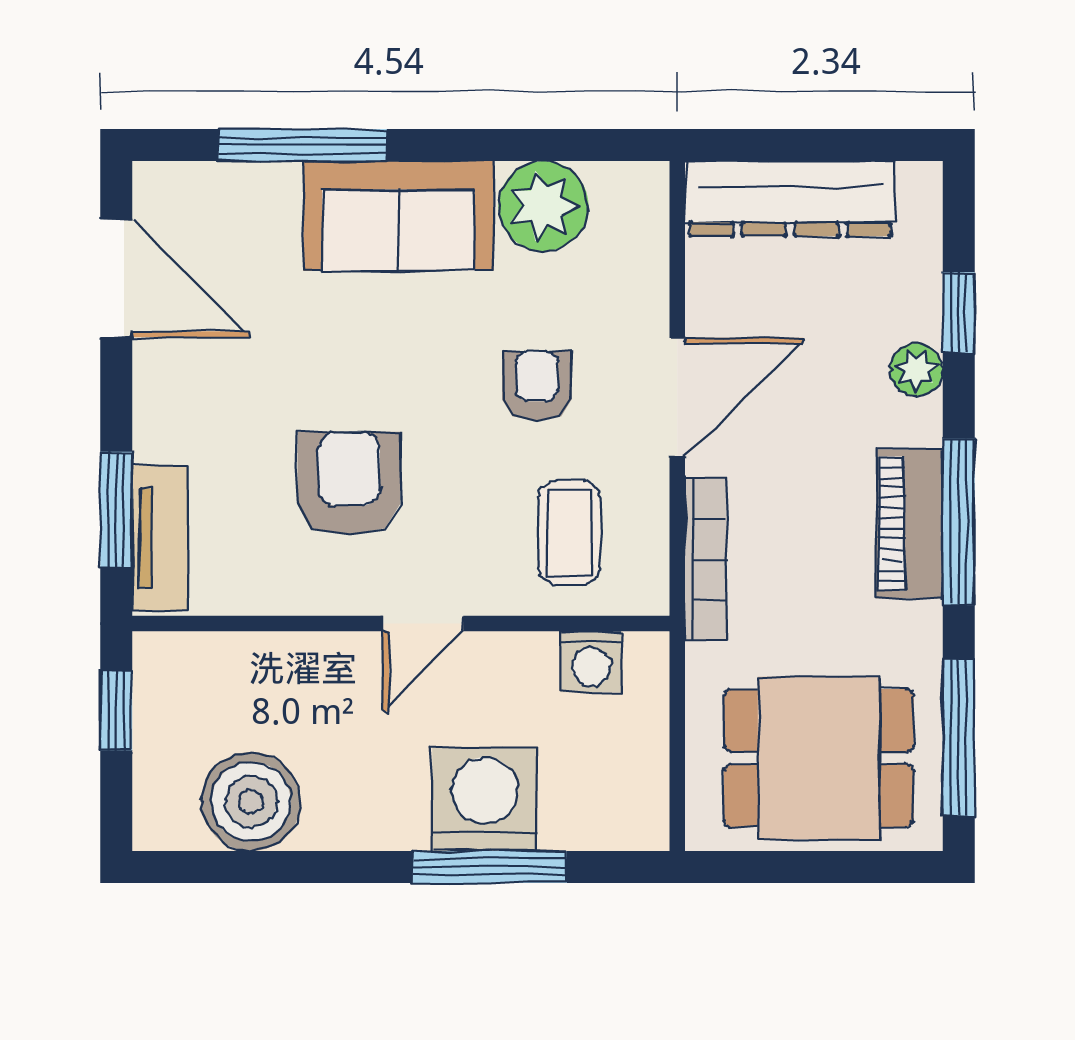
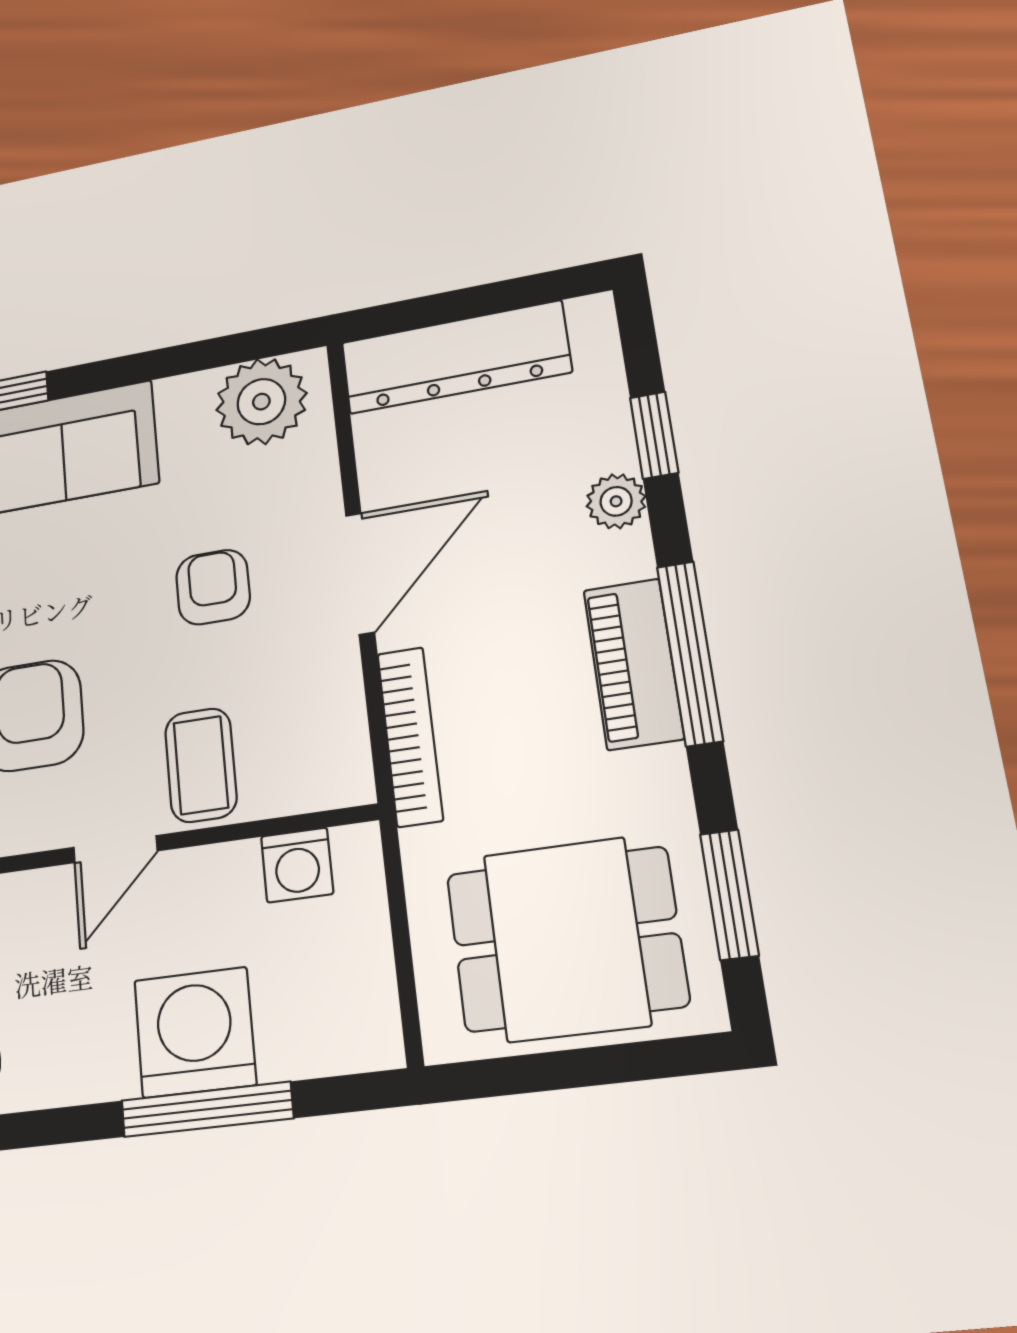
plant: (543, 206) -> (261, 402), moved
coffee table: (569, 533) -> (201, 765), moved
window: (959, 738) -> (729, 895), width x0.69

